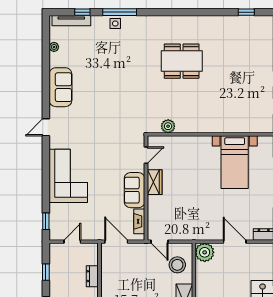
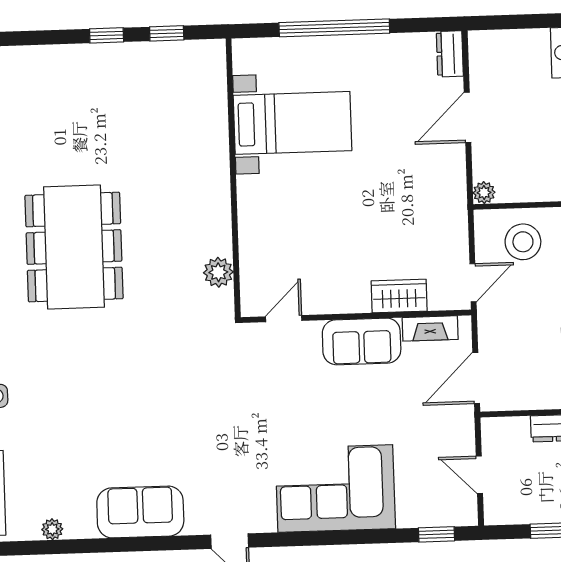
dining table: (182, 61) -> (74, 247), width x1.36, depth x1.24
door: (146, 155) -> (284, 319), hinge flipped
wardrobe: (155, 182) -> (399, 296), moved
plant: (205, 252) -> (484, 193), width x0.53, depth x0.53

